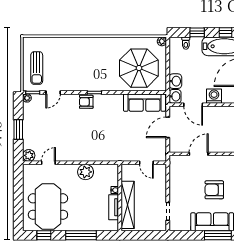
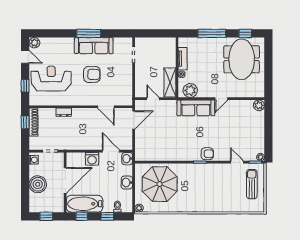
washbasin: (175, 81) -> (127, 182), moved
door: (53, 92) -> (237, 162), hinge flipped
sofa: (144, 103) -> (196, 108), moved, turned 180
door: (168, 127) -> (134, 120), moved
window: (18, 129) -> (268, 129), removed
door: (199, 154) -> (106, 107), hinge flipped
door: (48, 163) -> (221, 99), moved
plant: (86, 172) -> (190, 90), moved
shelving: (128, 205) -> (170, 82), moved, width x0.68

